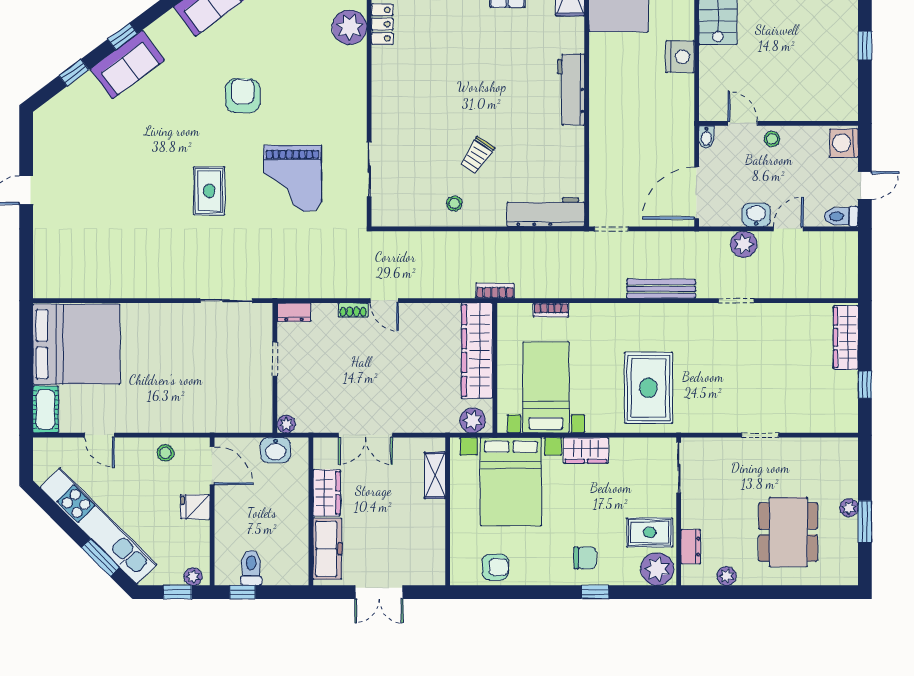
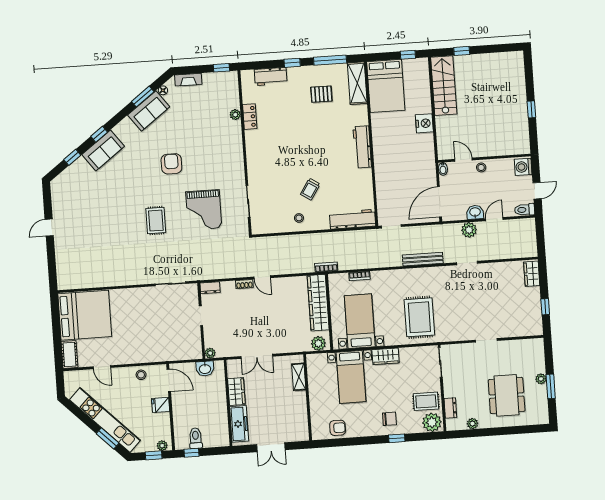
plant: (350, 27) -> (235, 115), width x0.53, depth x0.53
wardrobe: (846, 337) -> (532, 274), width x0.67
bed with nightstands: (511, 482) -> (351, 377), width x0.73

